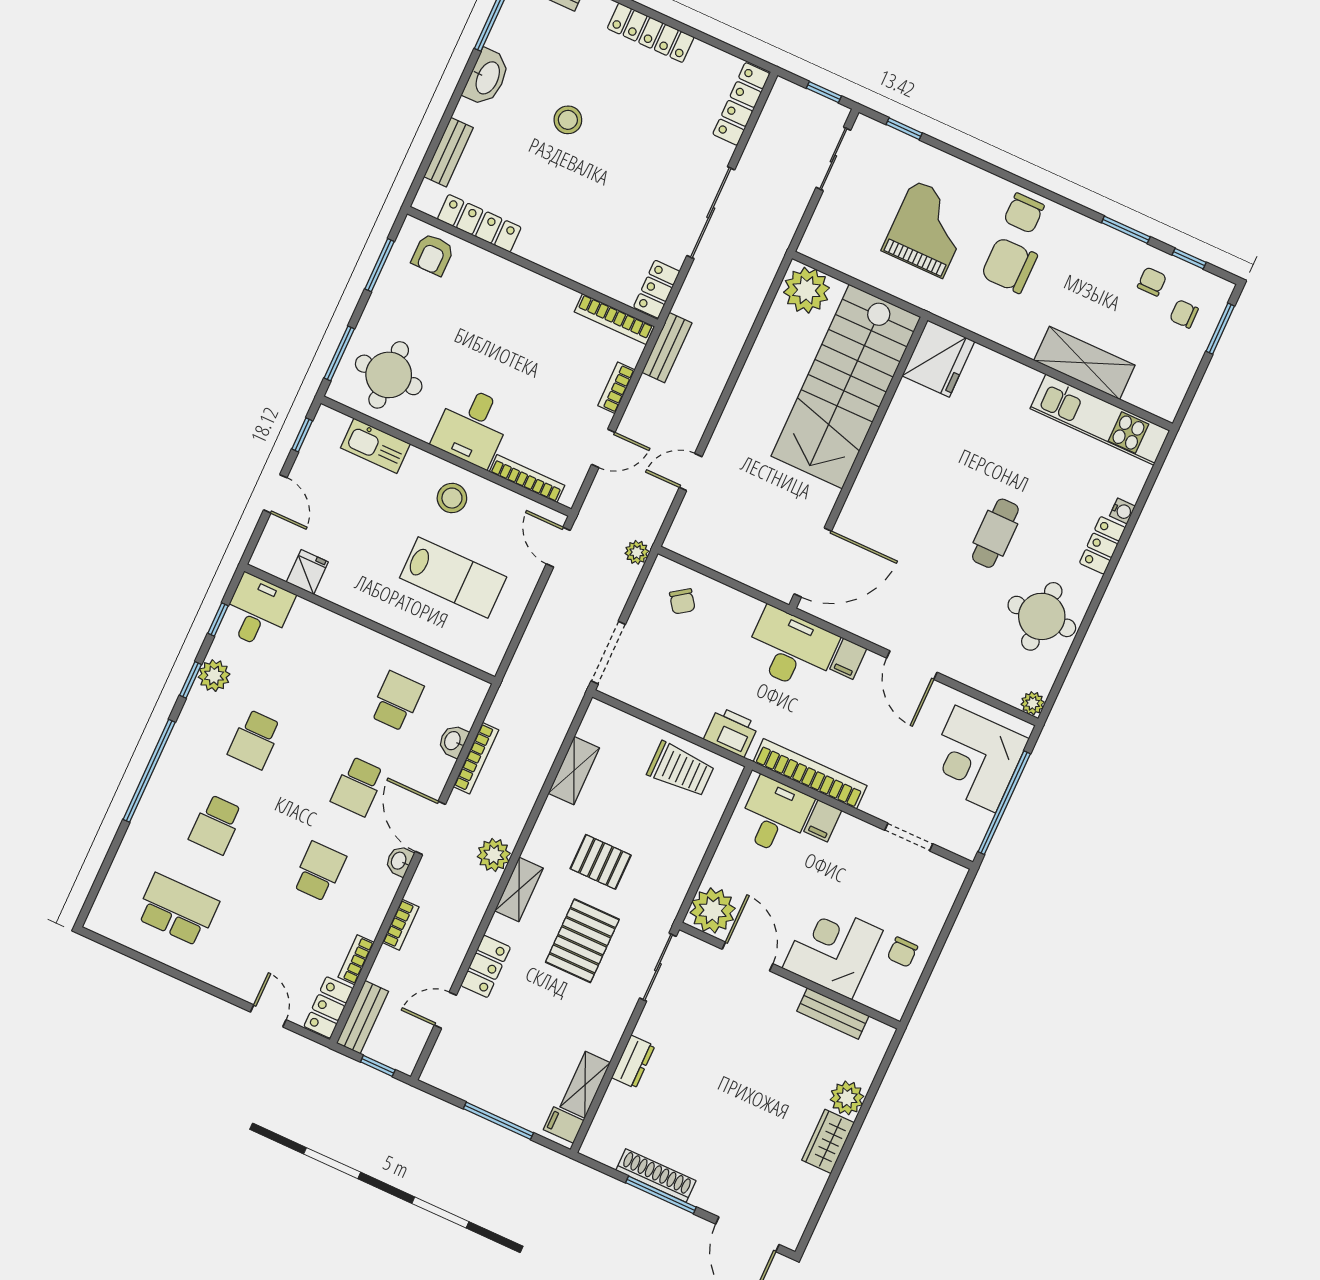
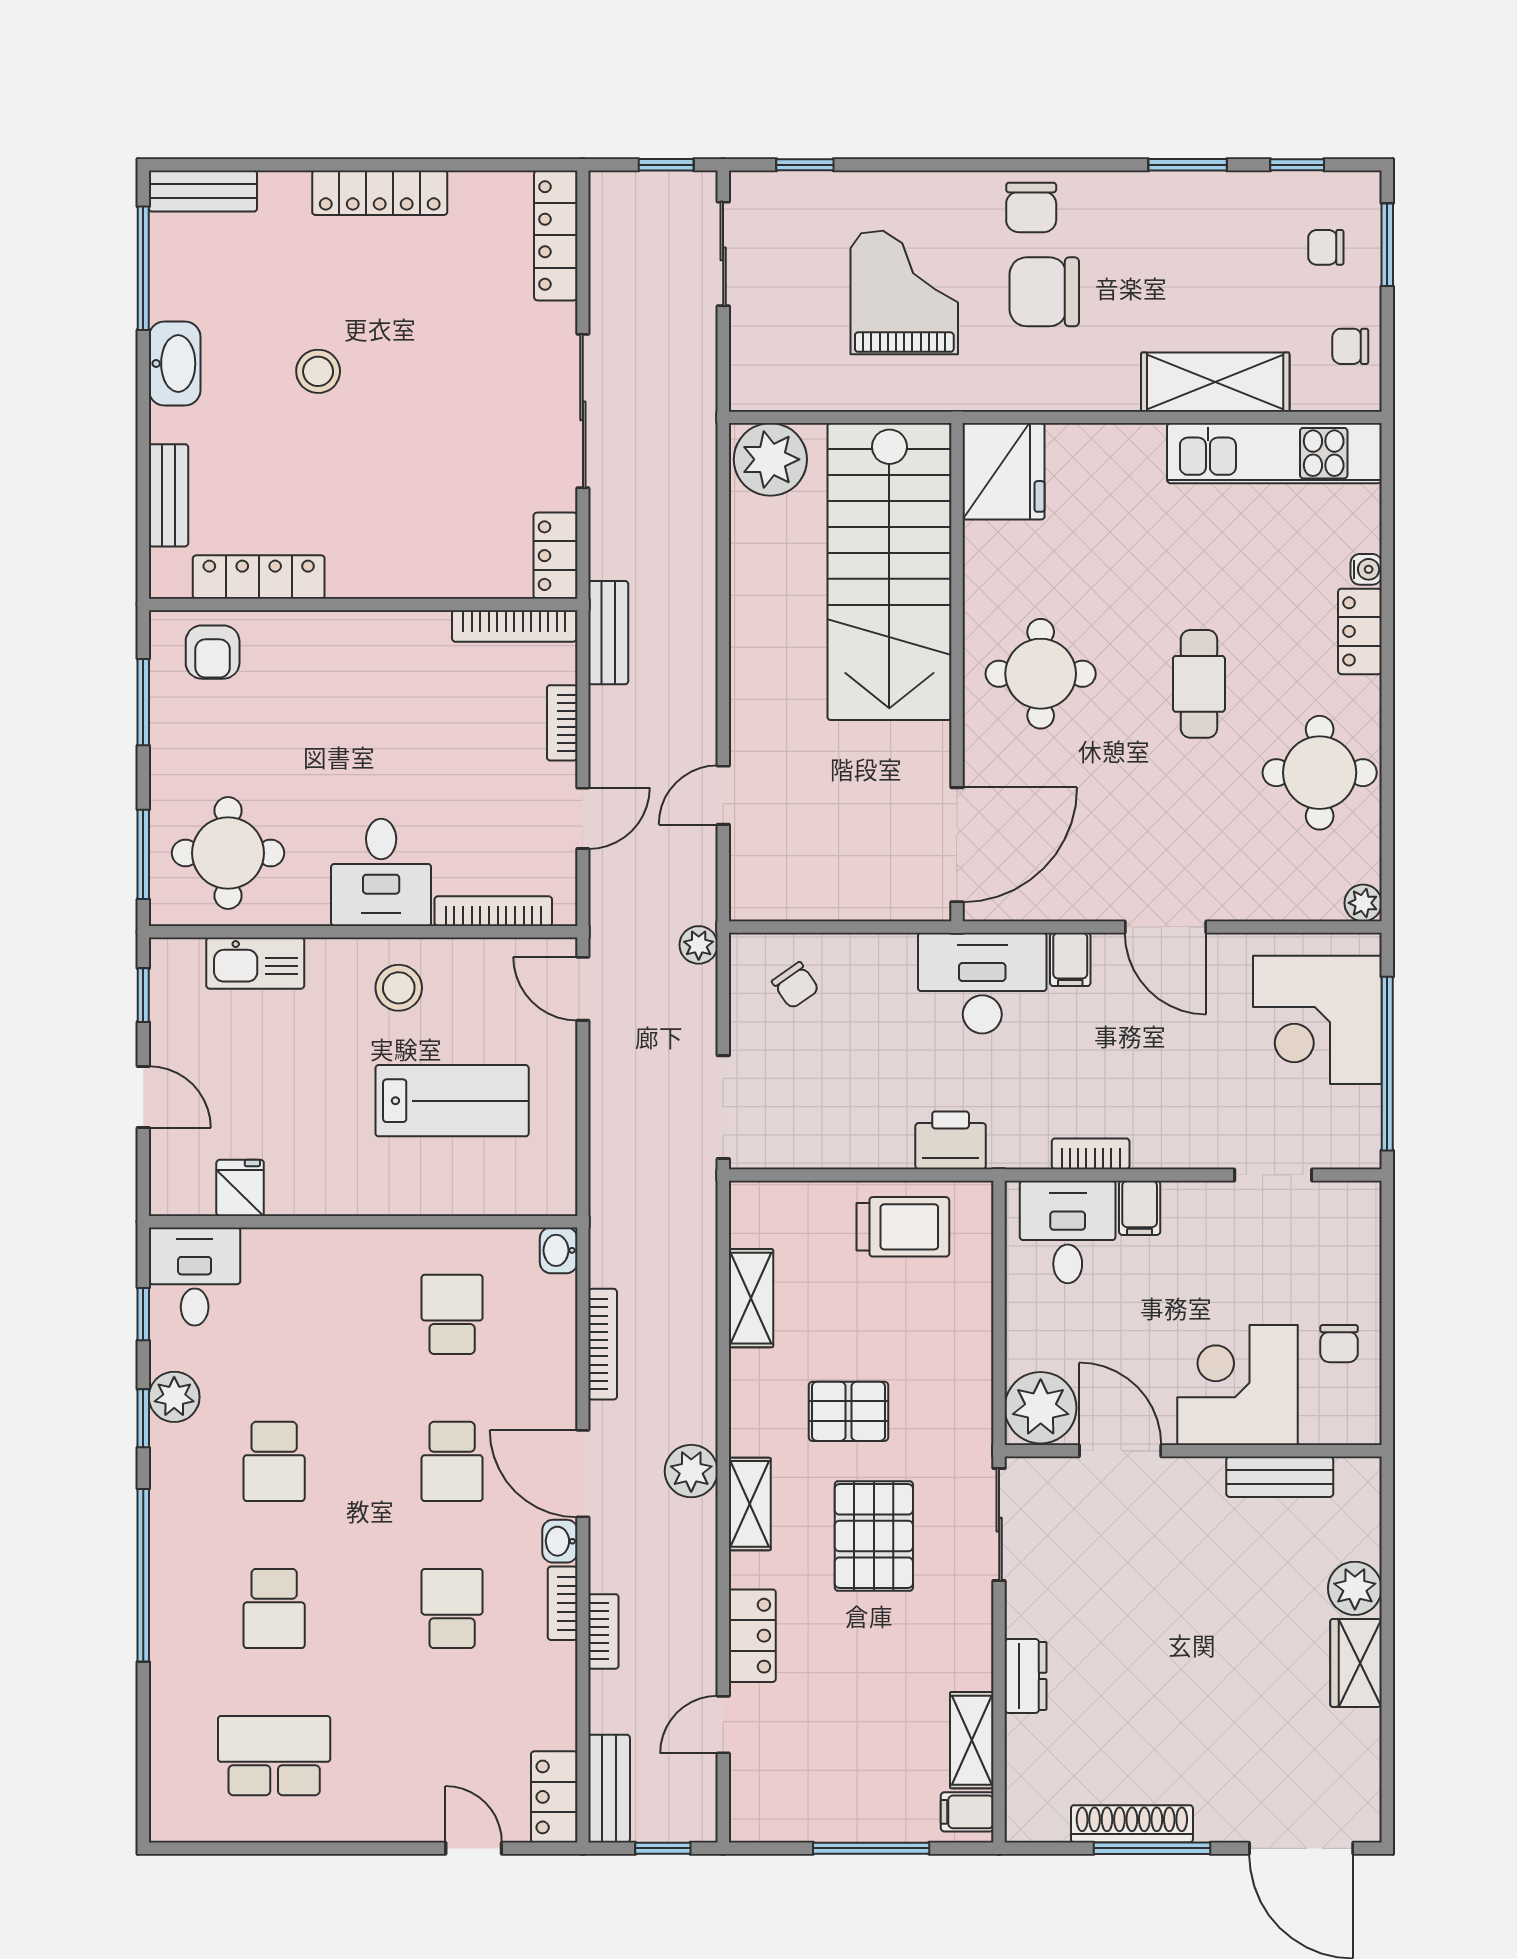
chair: (1152, 282) -> (1350, 346), moved, turned -90
round table: (906, 486) -> (1041, 674), added
washbasin: (453, 741) -> (559, 1250), moved
bookcase: (810, 774) -> (1091, 1154), width x0.43, depth x0.76
bookcase: (356, 960) -> (563, 1603), moved

